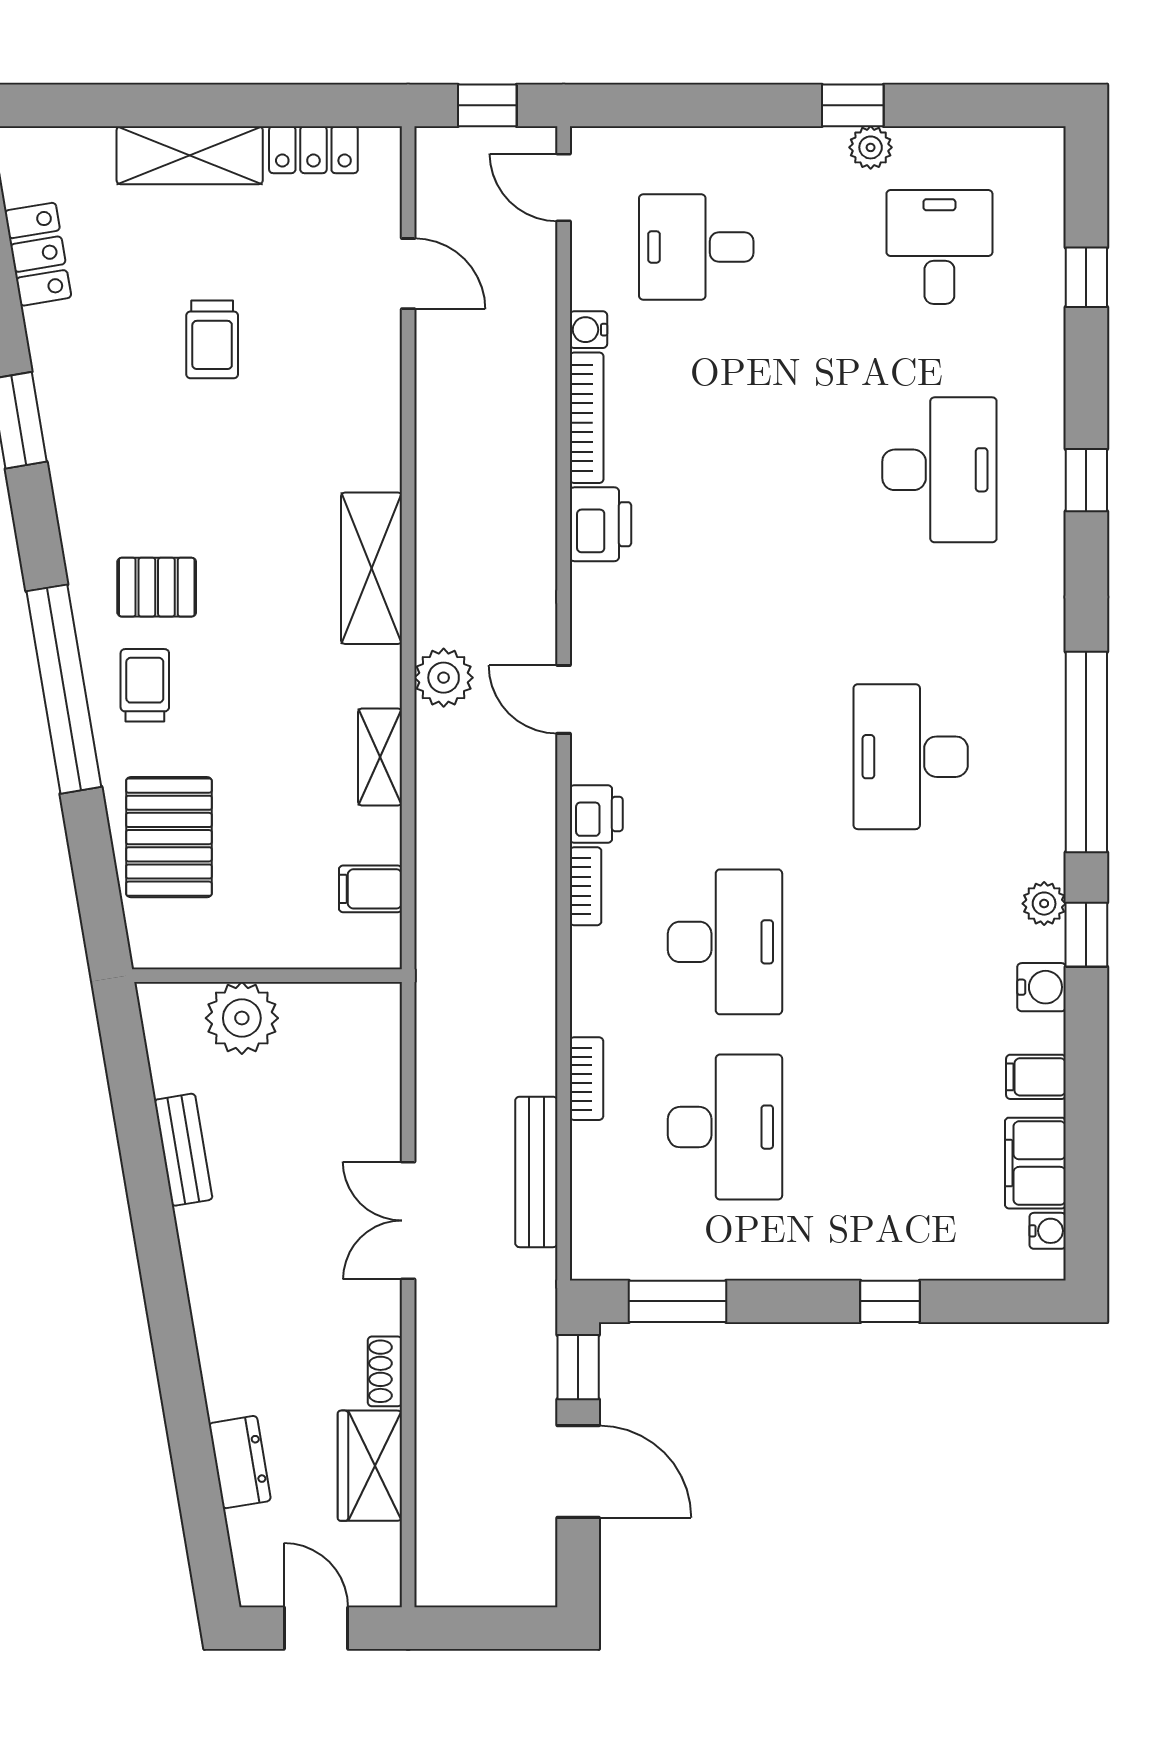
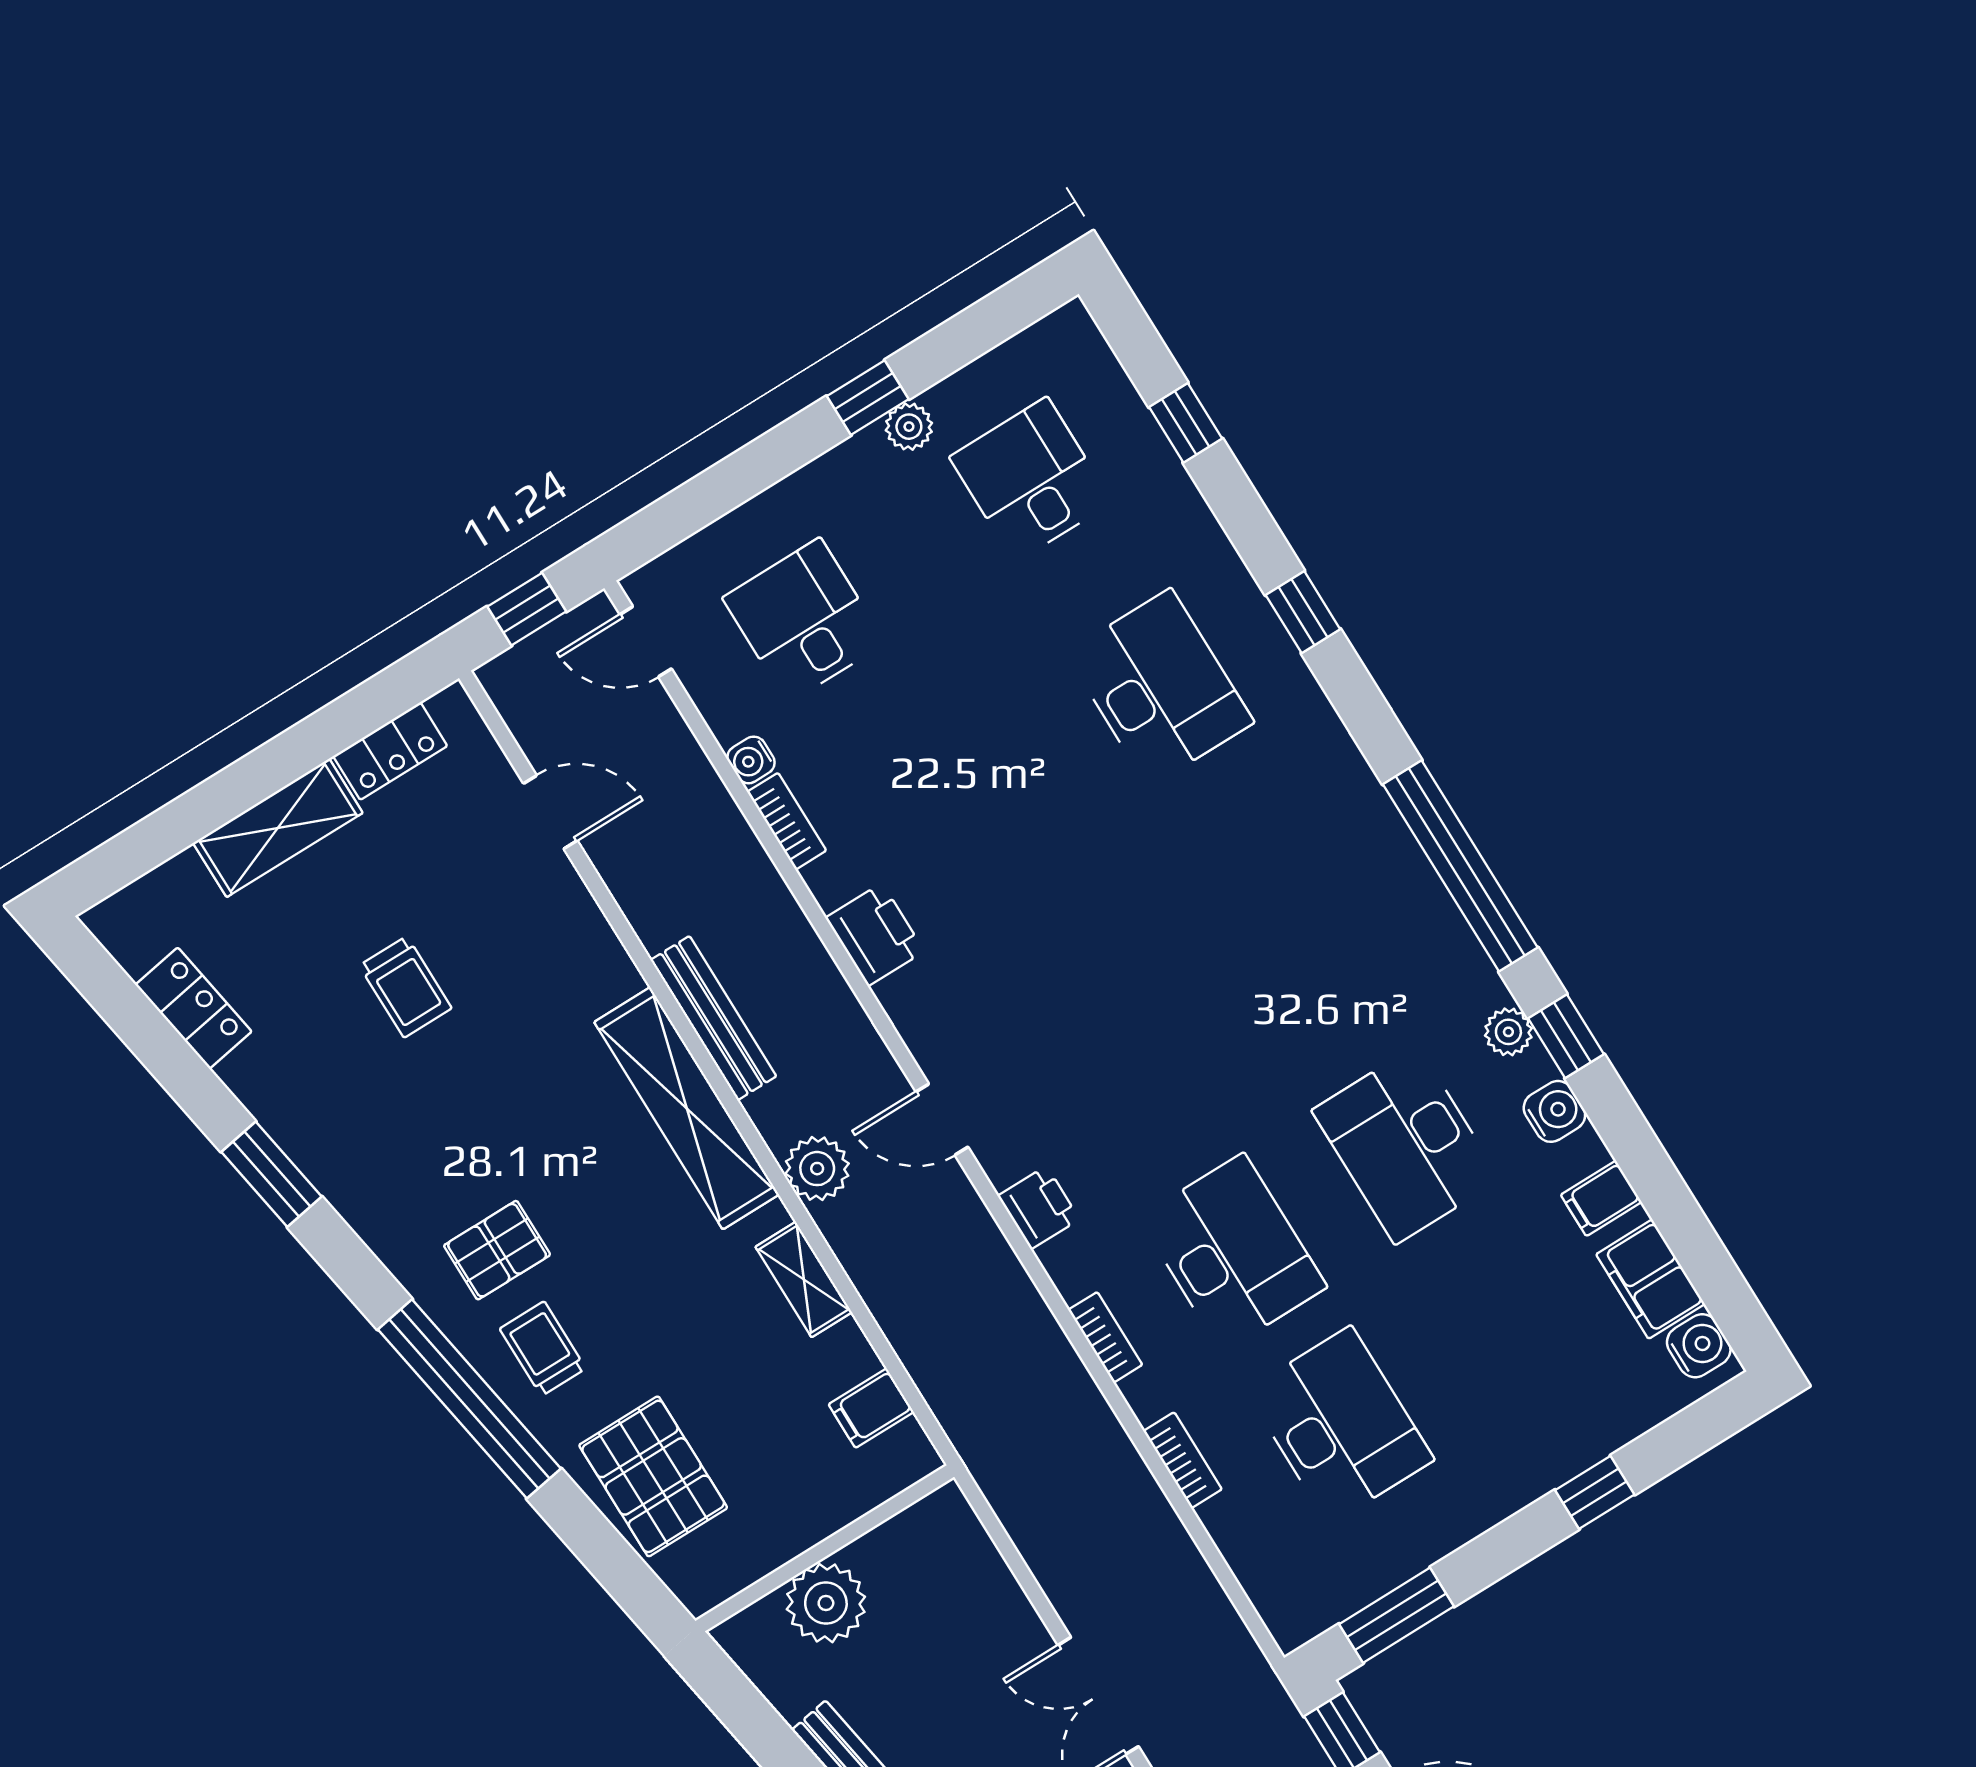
desk: (696, 247) -> (804, 620), turned 90
bookcase: (587, 418) -> (787, 821), width x0.64
shelving: (372, 568) -> (687, 1108), width x1.47
desk: (911, 757) -> (1406, 1145), moved
bookcase: (586, 886) -> (1105, 1337), moved
bench: (536, 1172) -> (713, 1018), moved
water cooler: (1048, 1231) -> (1699, 1346), width x1.38, depth x1.38

